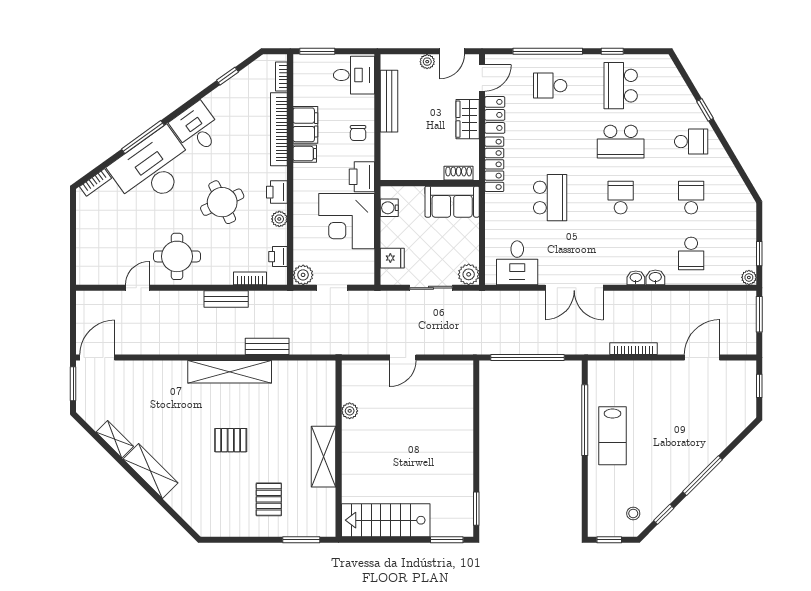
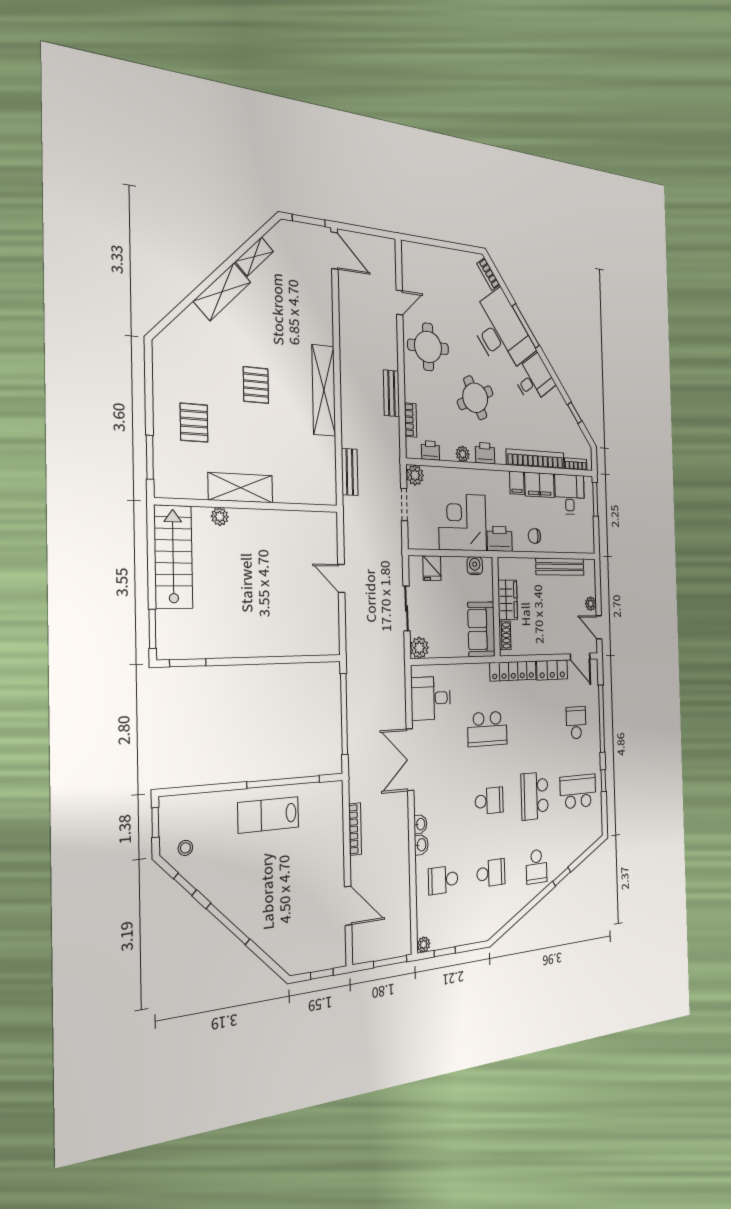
desk: (354, 75) -> (570, 494), moved, turned 180
wardrobe: (468, 119) -> (508, 600), moved, turned 90
door: (137, 288) -> (400, 302), hinge flipped
bench: (267, 346) -> (350, 472), moved
plant: (350, 411) -> (220, 517), moved
pallet: (269, 499) -> (194, 423), turned 90

